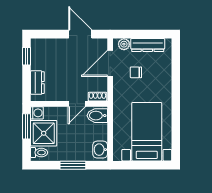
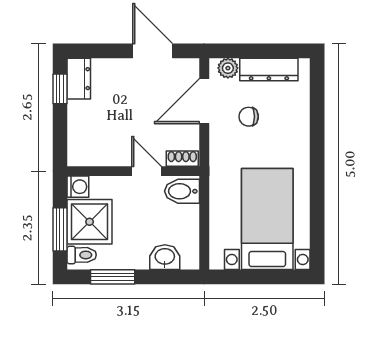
dresser: (37, 83) -> (79, 79), moved
door: (77, 104) -> (146, 171), swing flipped
window: (27, 126) -> (60, 229), moved
washbasin: (100, 150) -> (165, 257), moved, turned 90
window: (73, 165) -> (113, 277), moved

